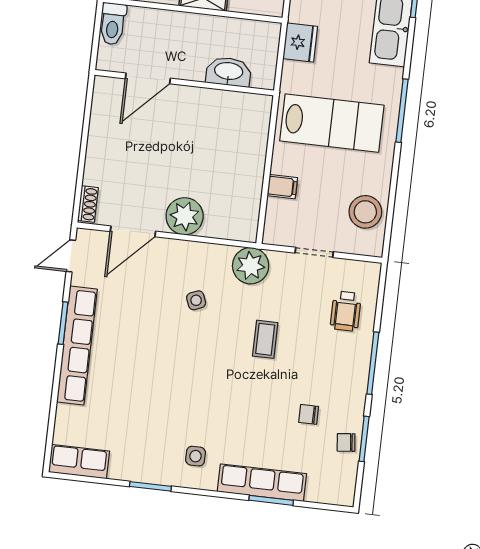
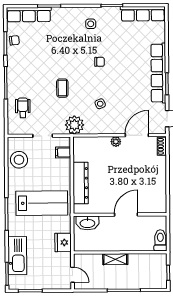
washbasin: (229, 72) -> (87, 223), moved
door: (148, 78) -> (126, 215), moved
lab bench: (332, 123) -> (42, 203), turned 180
dresser: (252, 153) -> (81, 183), added
filing cabinet: (282, 187) -> (63, 152), moved
plant: (185, 216) -> (116, 142), width x0.53, depth x0.53
chair: (309, 414) -> (100, 62), moved
row of seats: (79, 462) -> (143, 14), width x1.48
row of seats: (262, 483) -> (29, 15), moved

